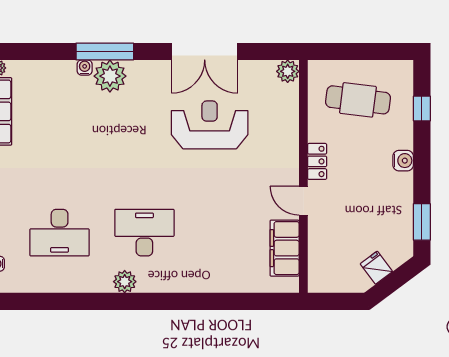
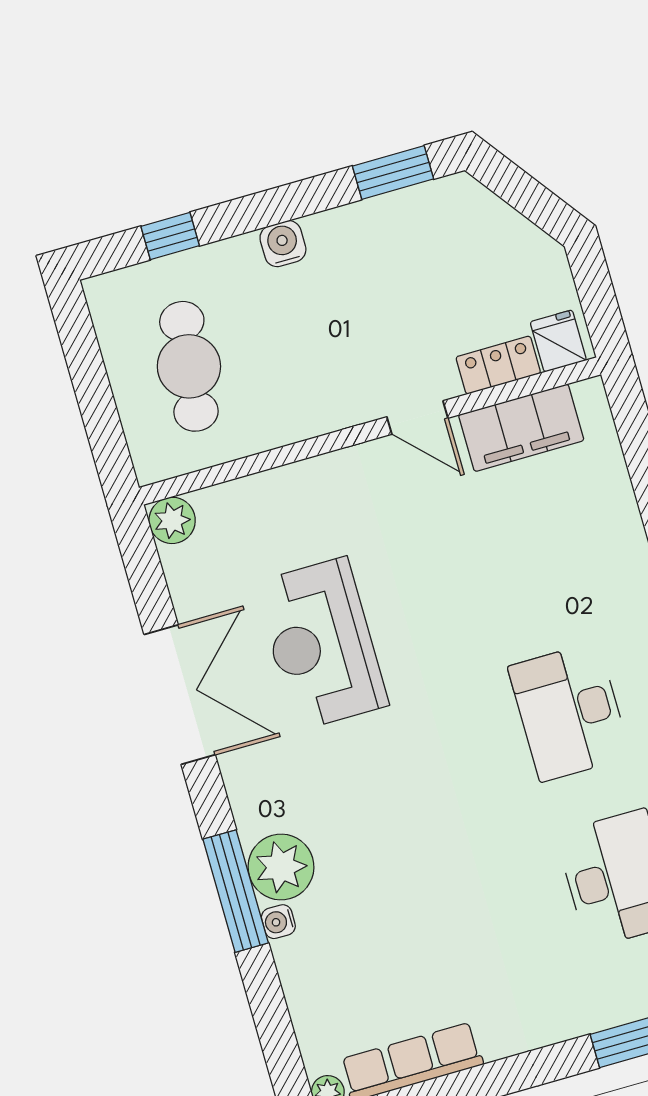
locker: (317, 161) -> (498, 365), moved
door: (303, 201) -> (417, 418), hinge flipped
fridge: (376, 268) -> (558, 341), moved, turned 127

